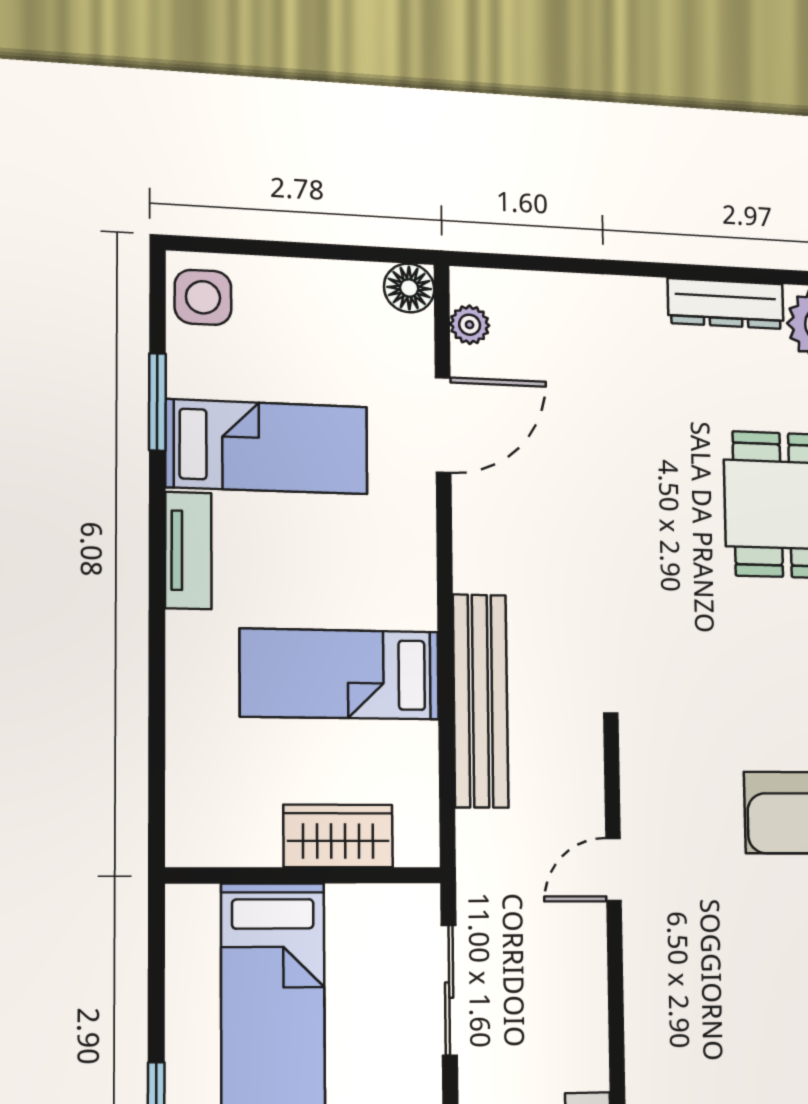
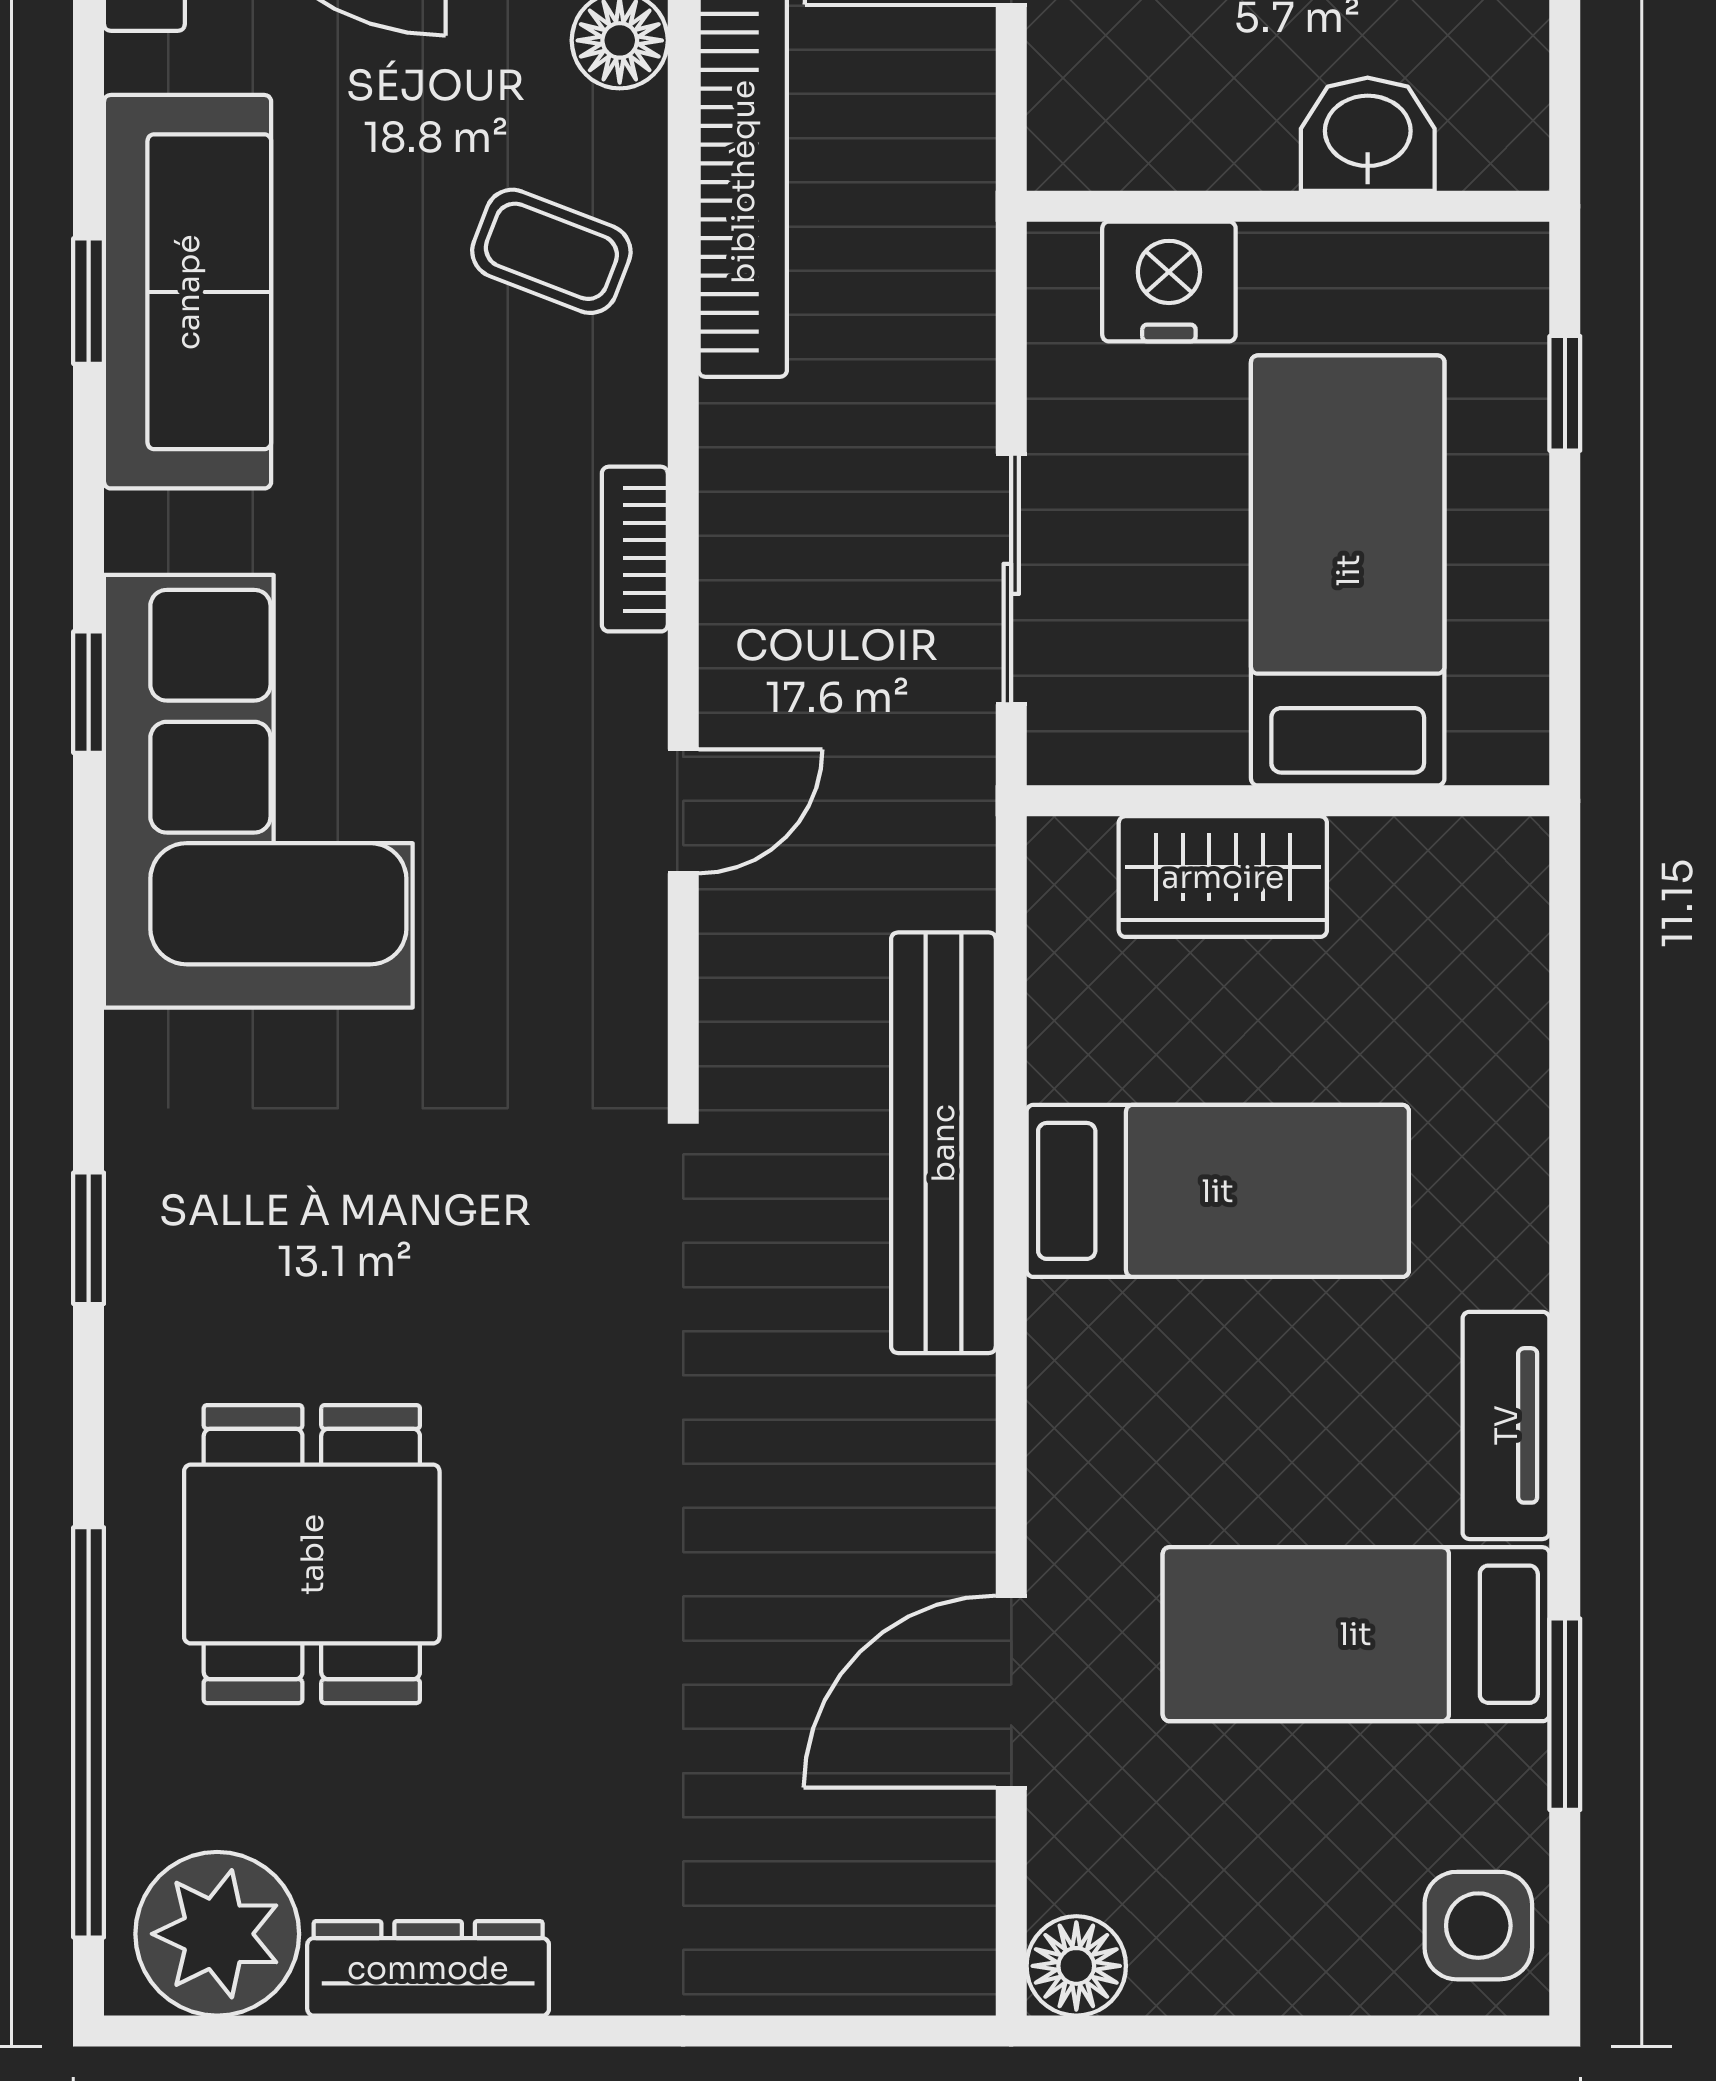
plant: (470, 325) -> (956, 1897), removed
bookcase: (640, 1003) -> (635, 549), added

